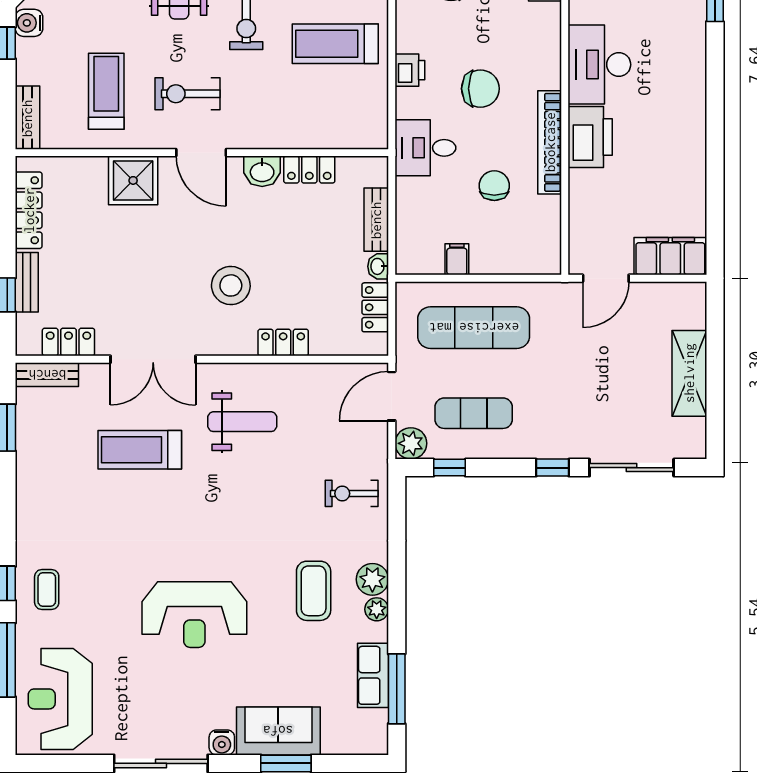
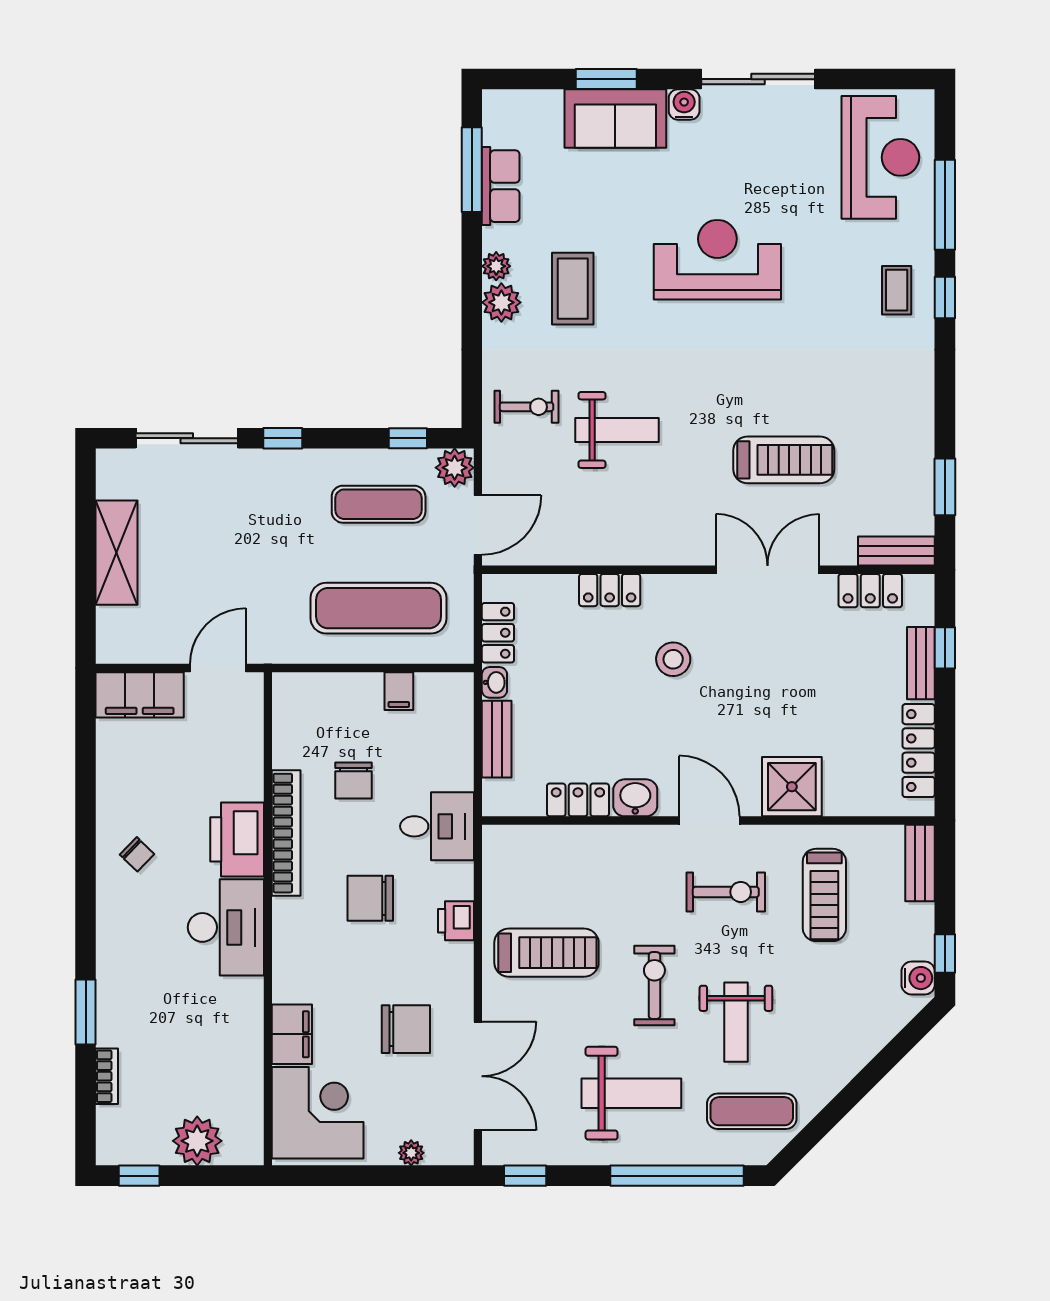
chair: (673, 125) -> (137, 854), added
stool: (231, 285) -> (673, 659), width x0.73, depth x0.73
weight bench: (242, 422) -> (617, 430), moved, turned 180

